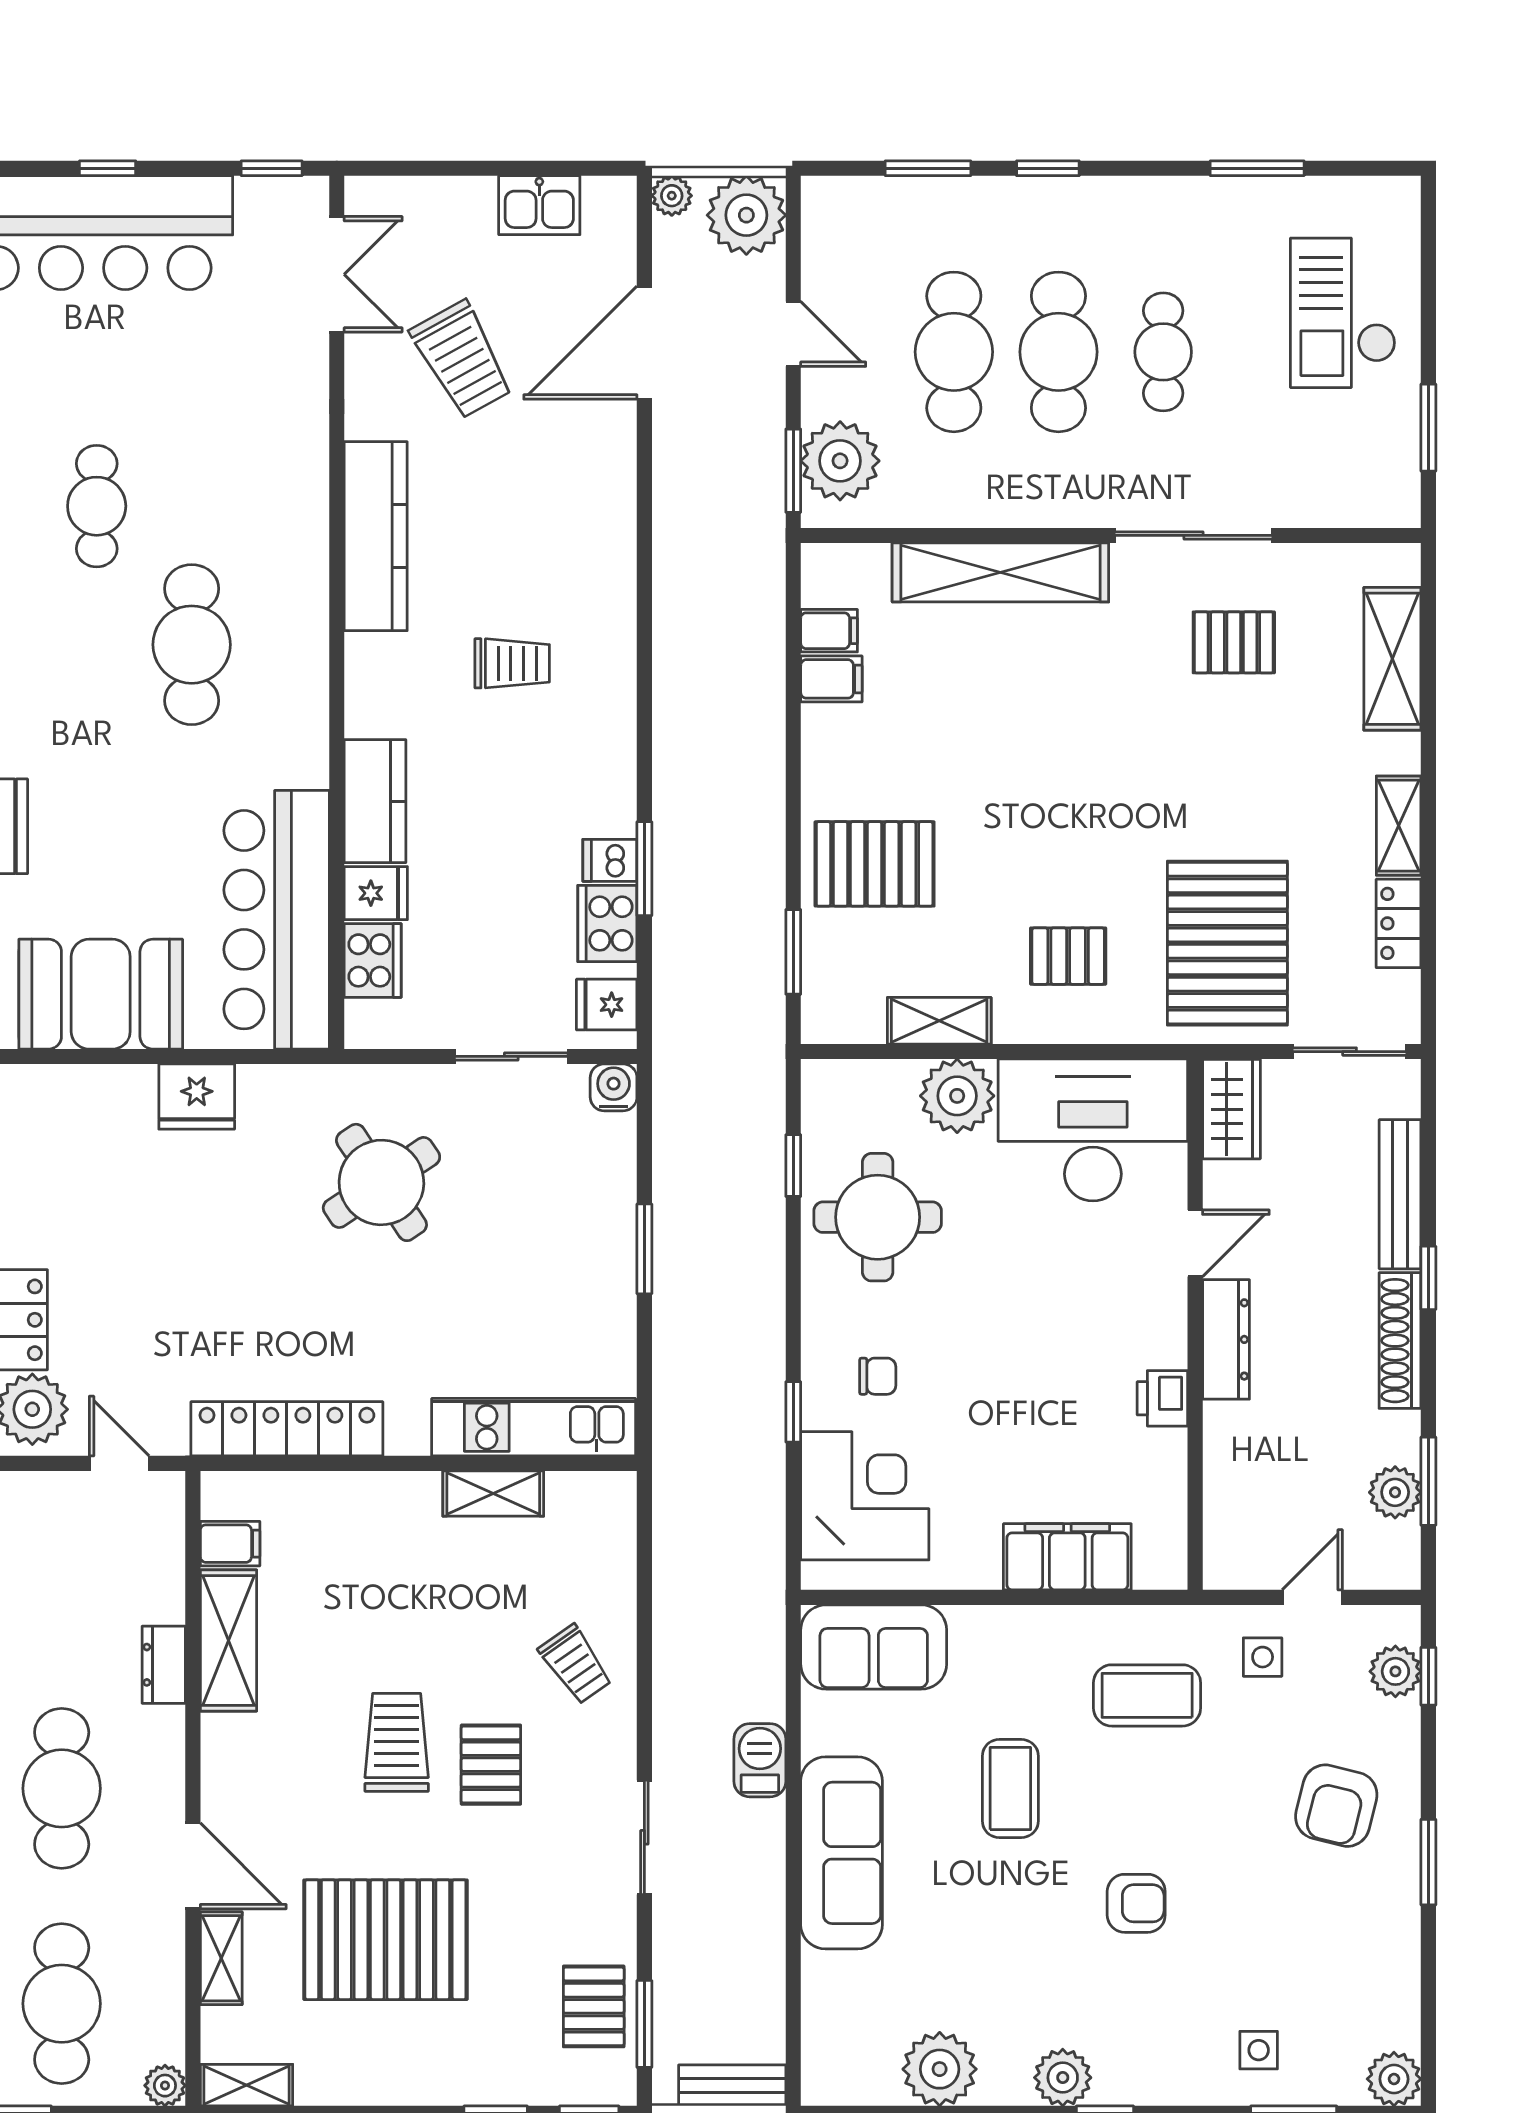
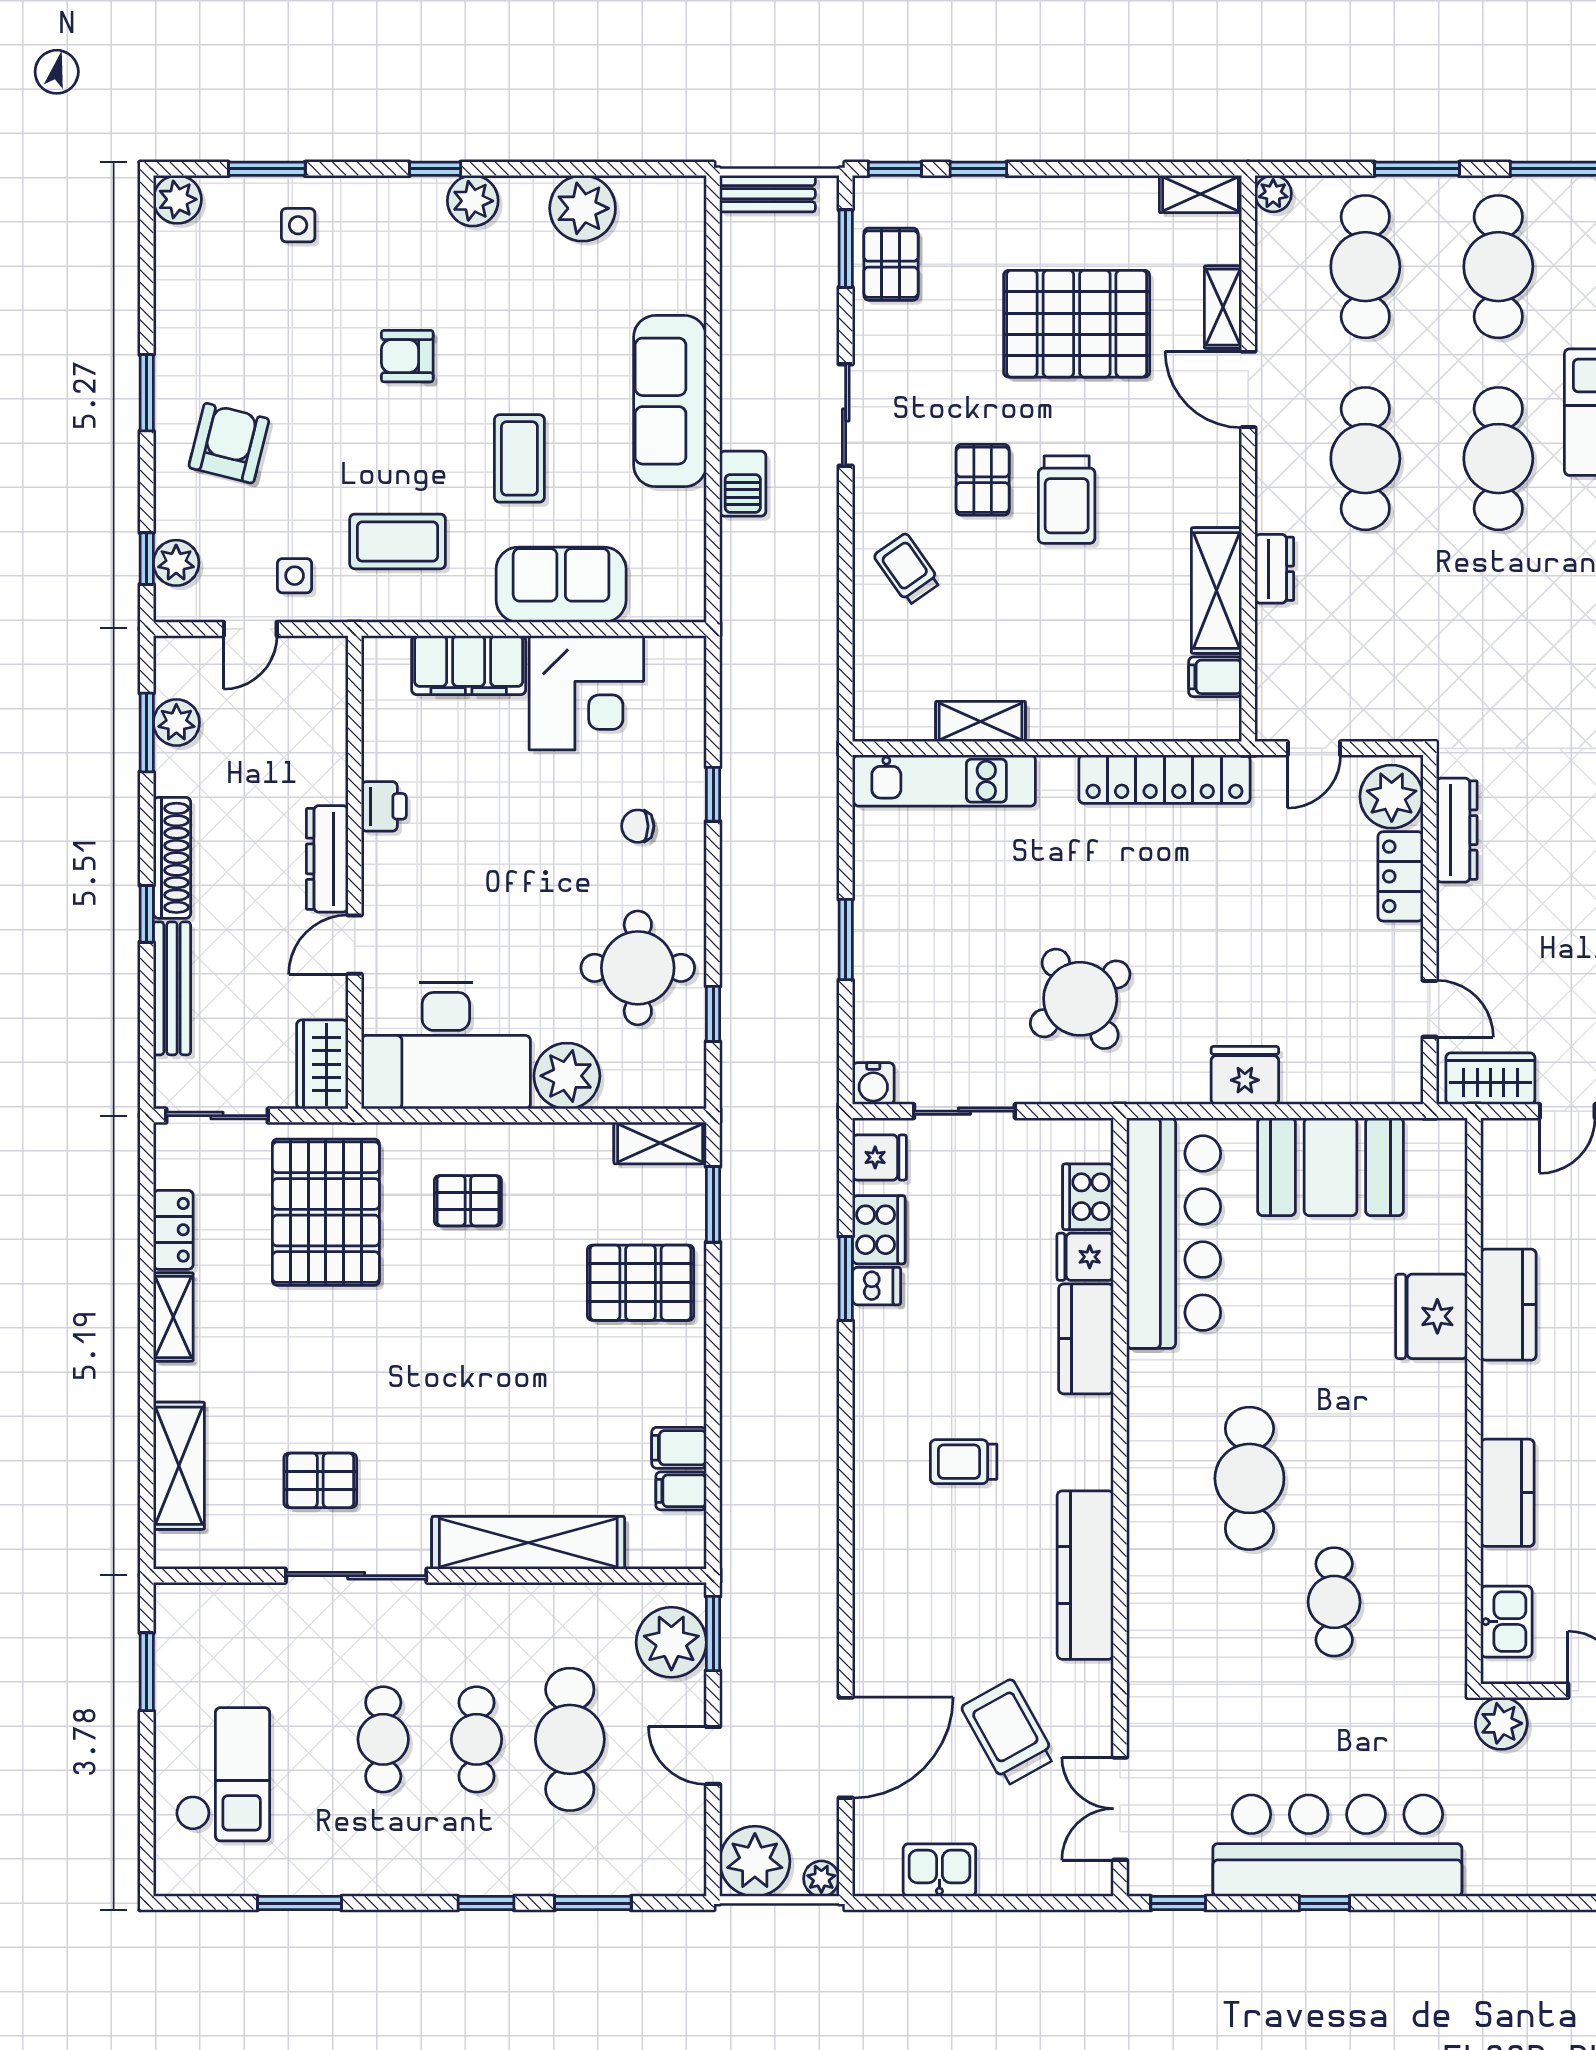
cafe table: (1058, 352) -> (477, 1739), width x0.73, depth x0.74
shelving: (939, 1021) -> (660, 1143), moved
door: (119, 1463) -> (1314, 748), hinge flipped
corner desk: (865, 1496) -> (586, 693), moved, turned -90
sofa: (874, 1647) -> (561, 585), moved

